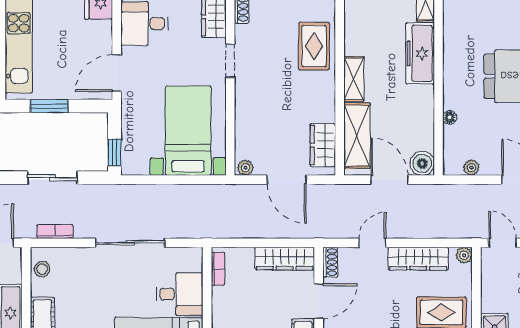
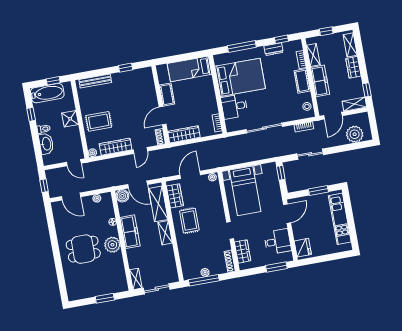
rug: (314, 46) -> (189, 221), moved
freezer: (420, 53) -> (130, 232), moved
plant: (458, 74) -> (112, 245), added
door: (287, 180) -> (190, 175), hinge flipped

